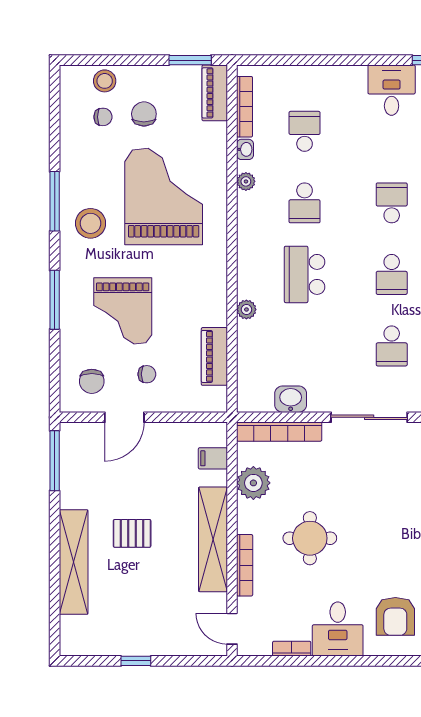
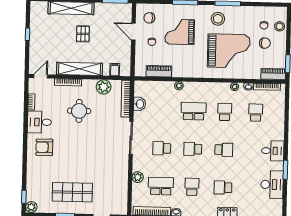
school desk: (305, 131) -> (256, 113), turned -90
school desk: (305, 203) -> (225, 112), turned 90

